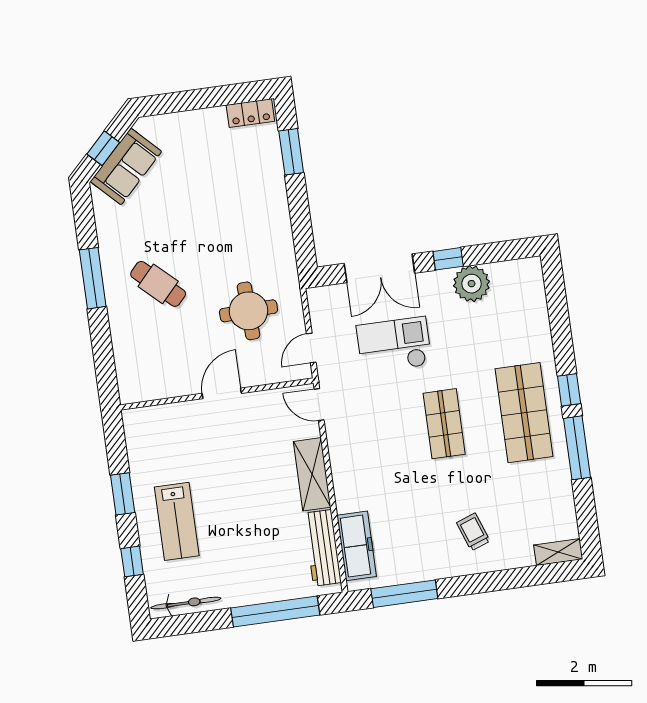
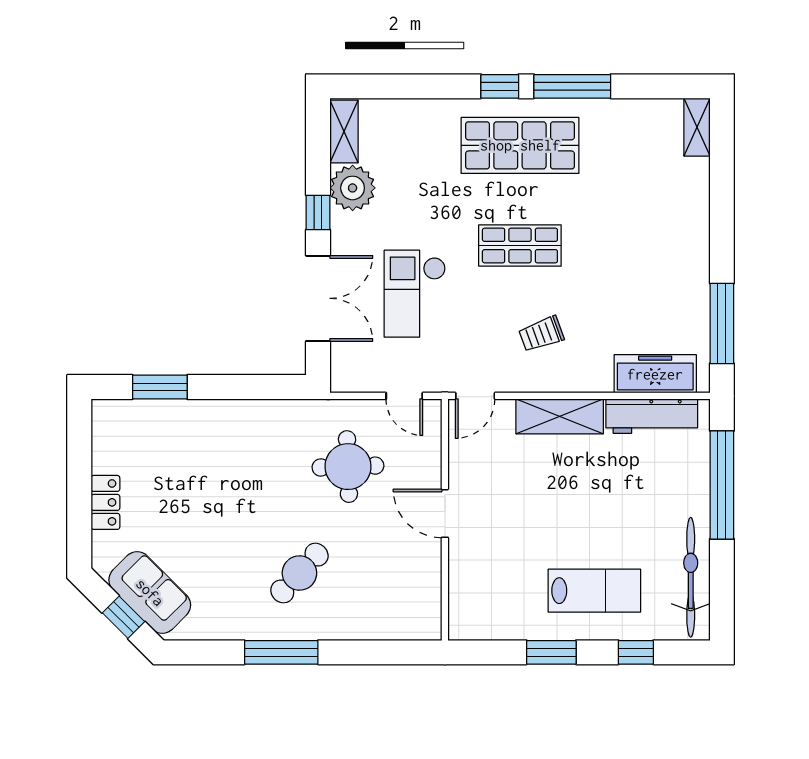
locker: (250, 113) -> (105, 502), moved
shelving: (516, 271) -> (344, 131), added
trolley: (473, 532) -> (541, 334), moved
bicycle: (186, 603) -> (691, 577), width x1.37, depth x1.40

